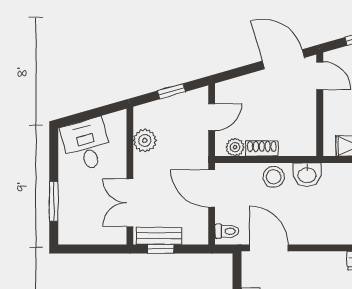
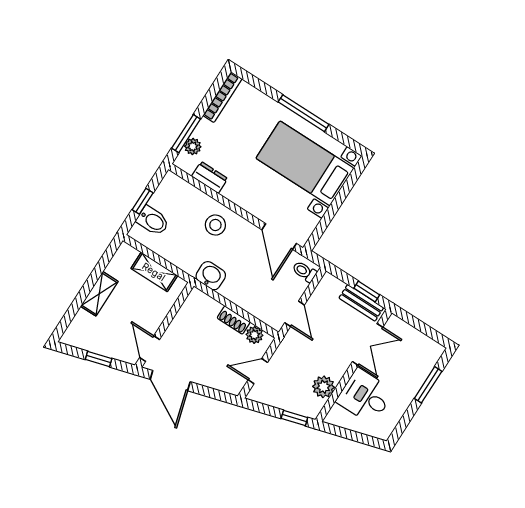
window: (171, 91) -> (294, 418), moved
desk: (87, 145) -> (365, 396), moved, turned 106
stool: (274, 177) -> (215, 225), moved
door: (212, 188) -> (295, 314), width x0.73

